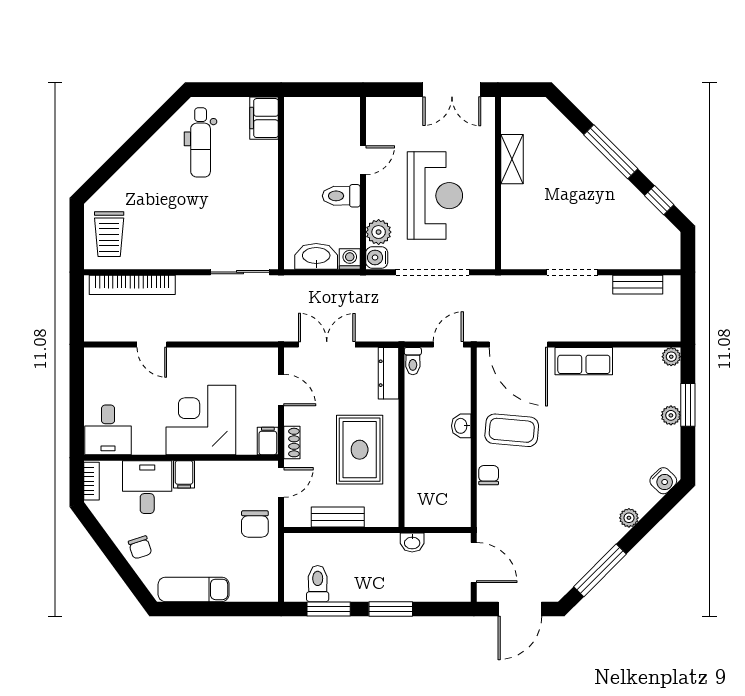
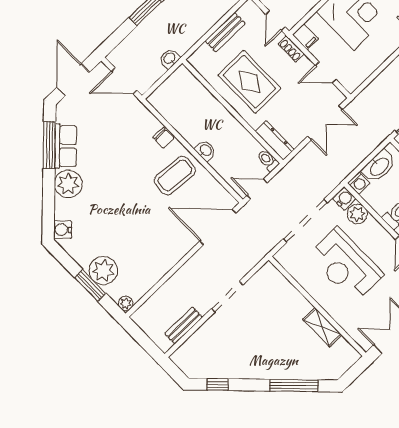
window: (611, 152) -> (294, 385), moved
door: (448, 344) -> (257, 189), swing flipped
row of seats: (584, 361) -> (66, 146), moved, turned 135
plant: (671, 415) -> (103, 271), width x1.88, depth x1.88
plant: (629, 518) -> (68, 184), width x1.87, depth x1.87

